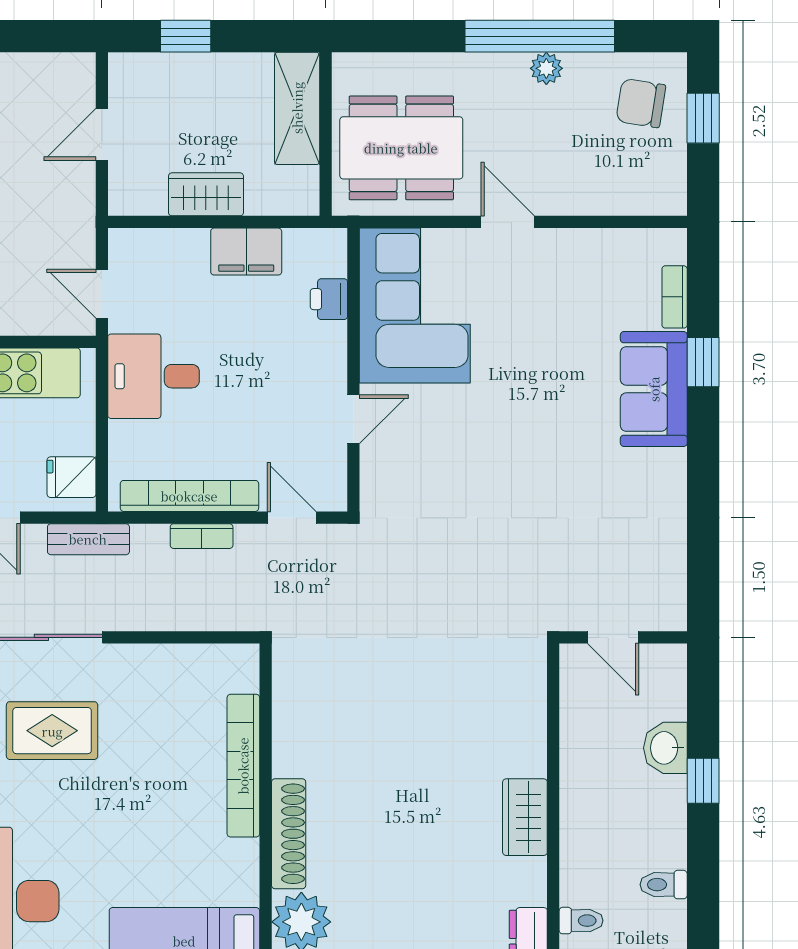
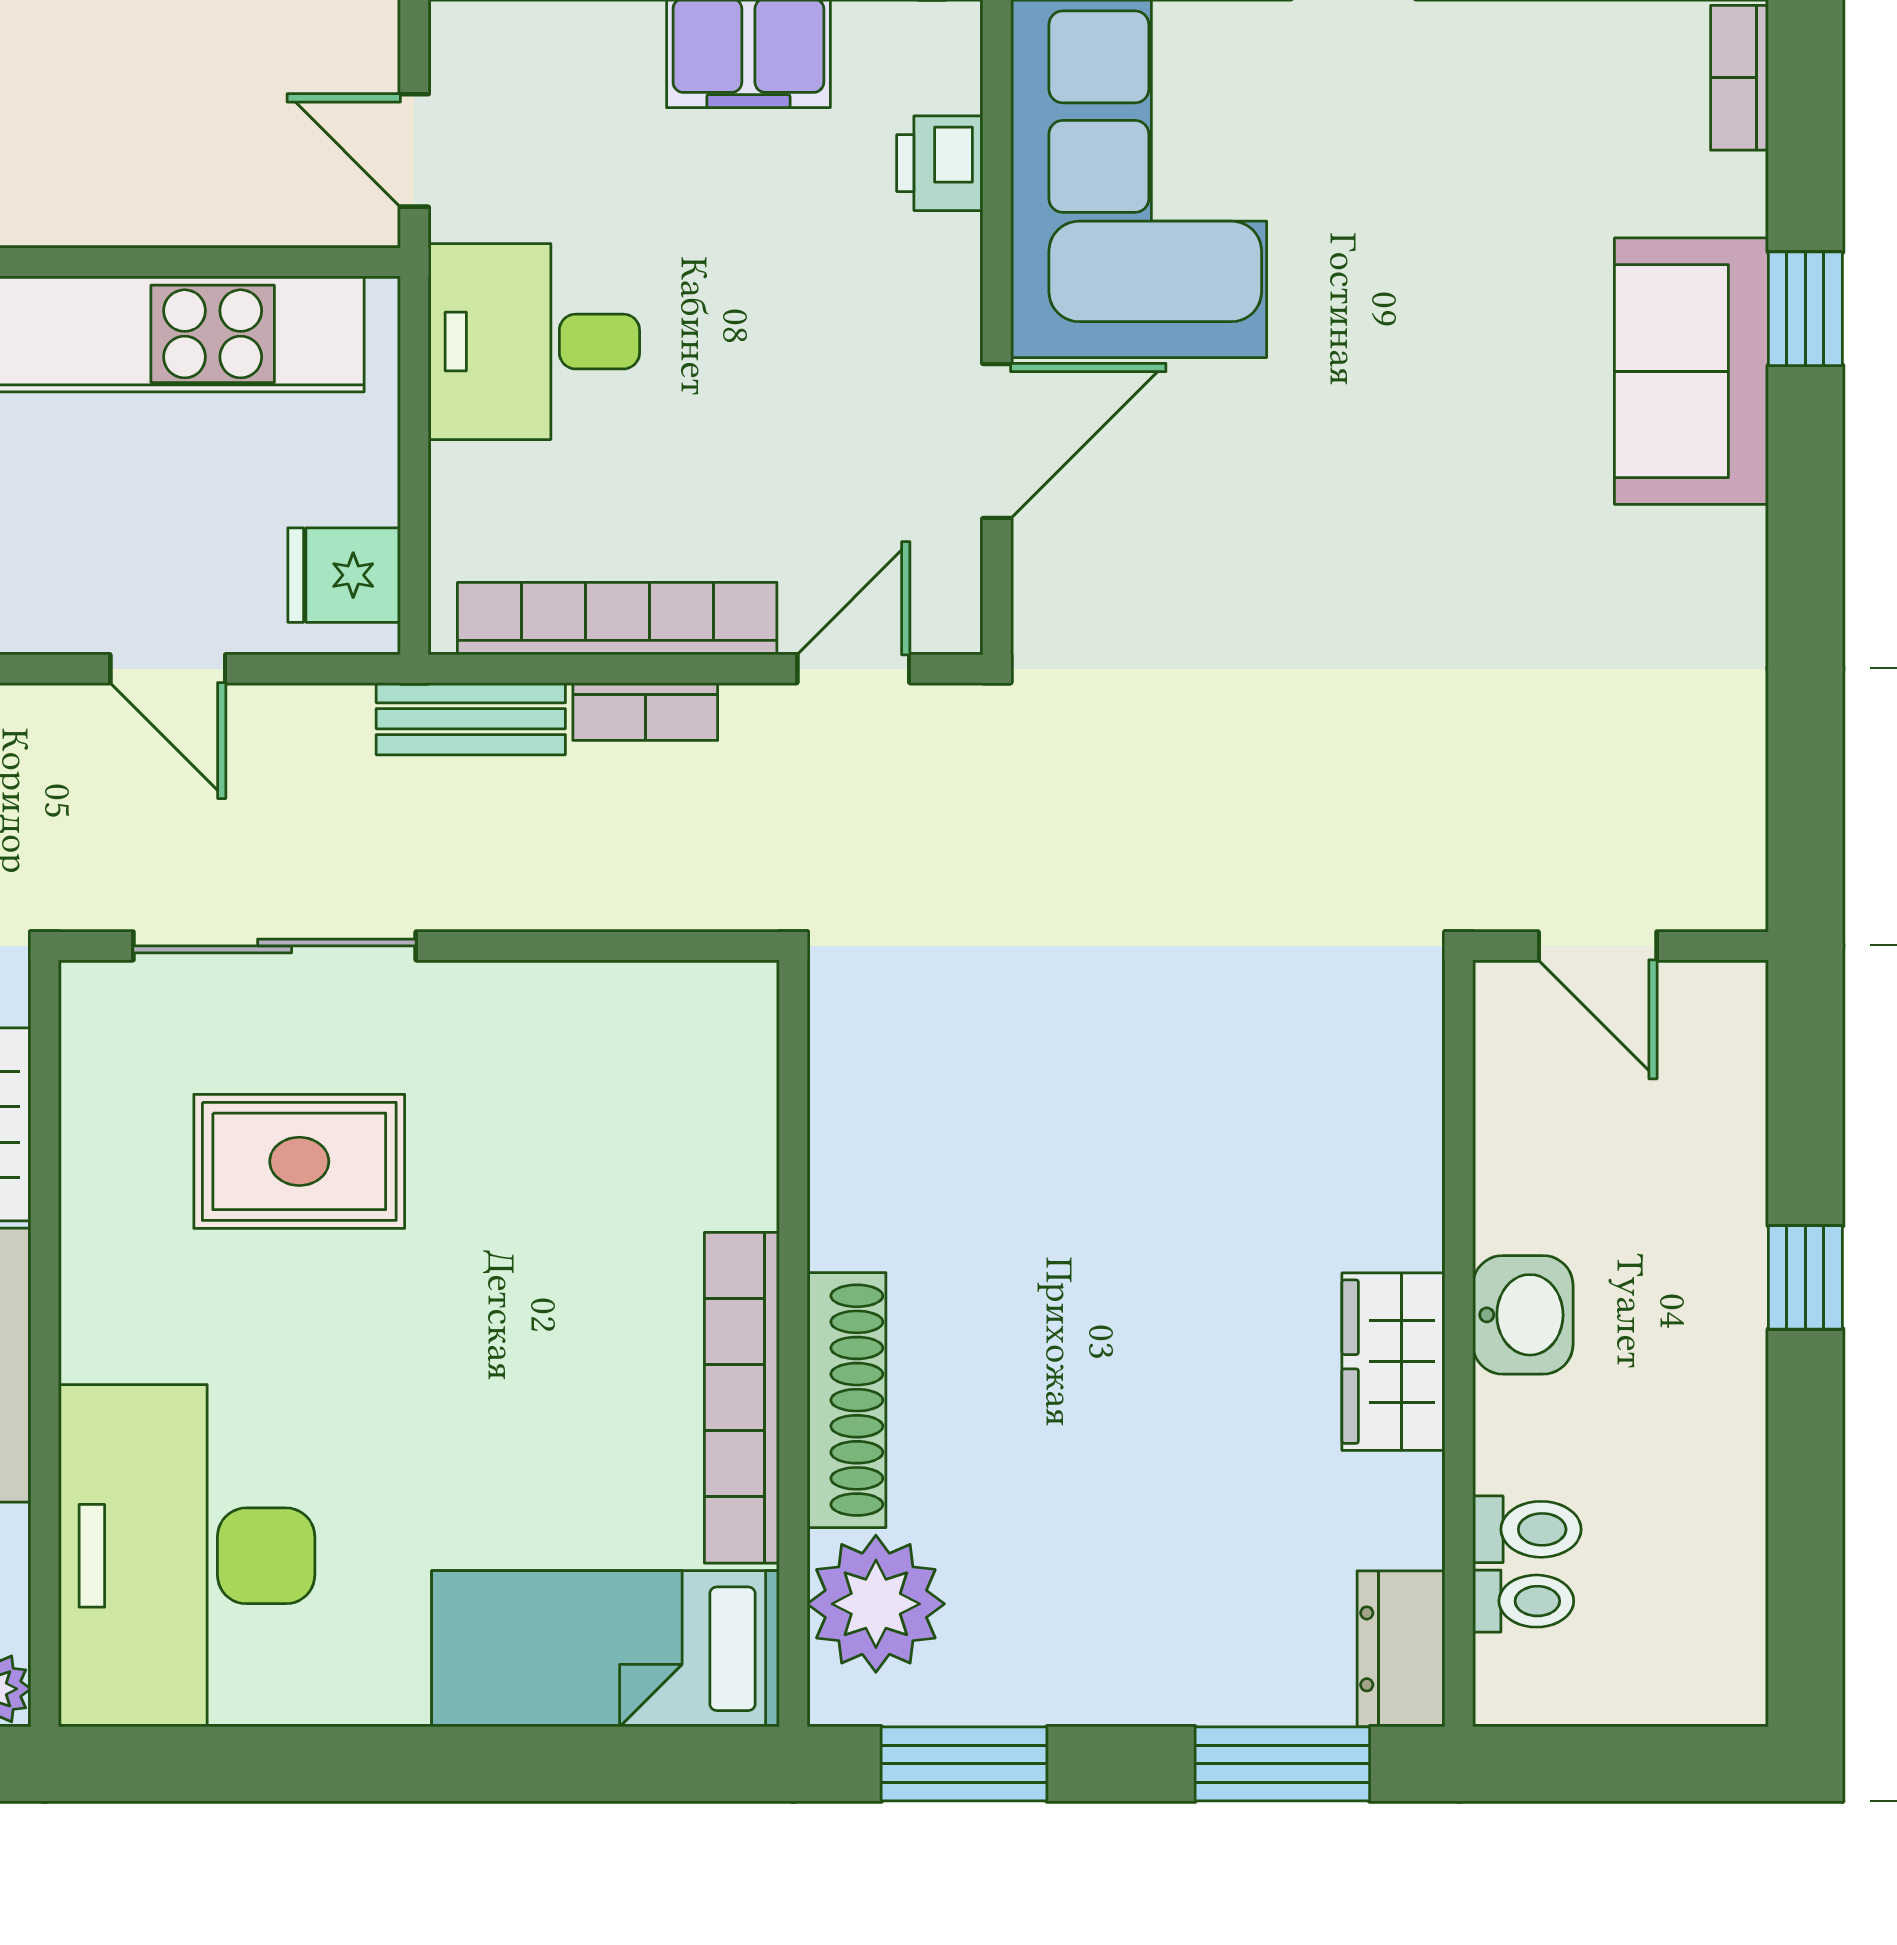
bookcase: (675, 297) -> (1740, 78), moved
door: (353, 419) -> (997, 441), width x1.37
door: (292, 518) -> (853, 669), hinge flipped
bench: (88, 539) -> (471, 719), moved
washbasin: (665, 748) -> (1523, 1315), moved, turned 180
bookcase: (243, 766) -> (742, 1398), moved
toilet: (664, 885) -> (1527, 1529), moved, turned 180

